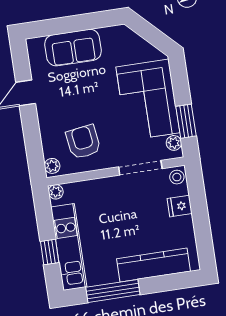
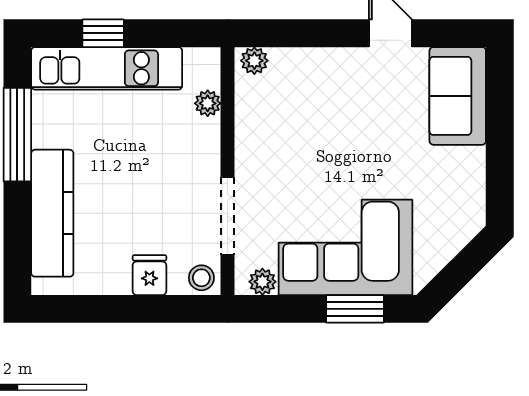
sofa: (73, 48) -> (458, 96), moved
window: (186, 121) -> (355, 309), moved
armchair: (83, 142) -> (288, 122), removed
plant: (56, 192) -> (208, 103), moved

